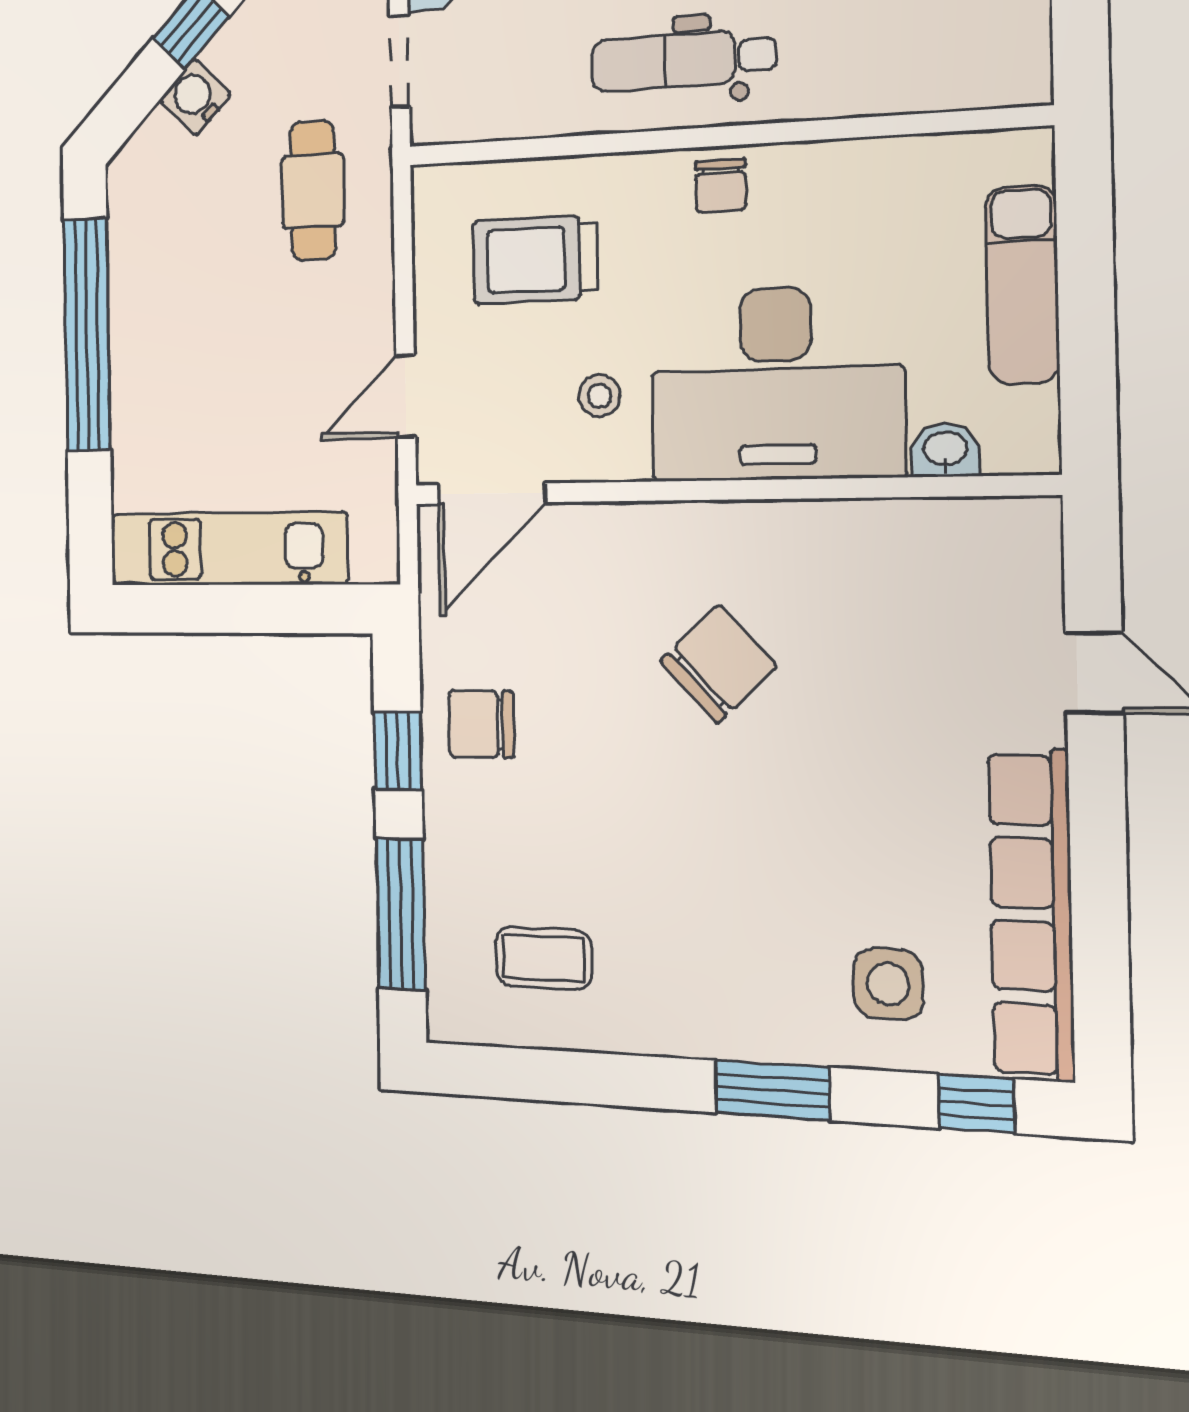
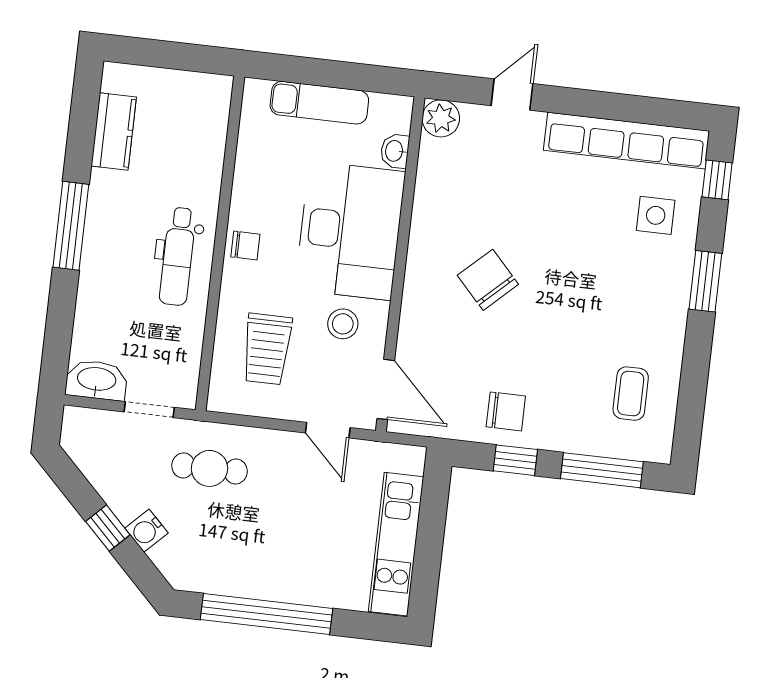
stool: (599, 396) -> (343, 324), width x1.37, depth x1.37
plant: (1024, 533) -> (441, 118), added
chair: (481, 724) -> (506, 411), turned -90

